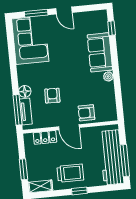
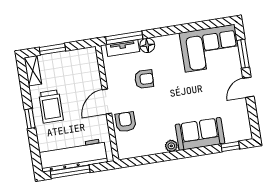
locker: (45, 137) -> (93, 73), removed

